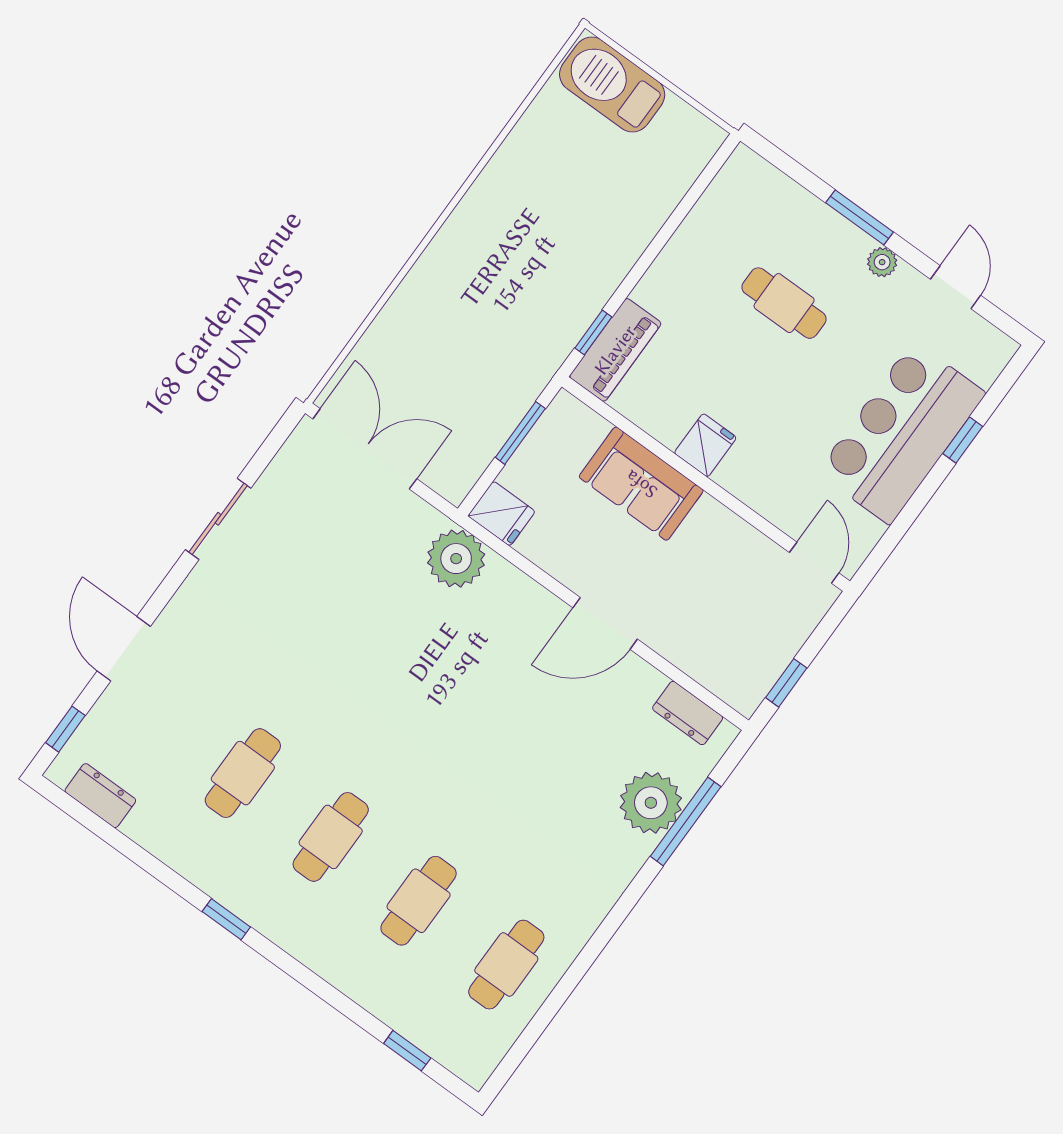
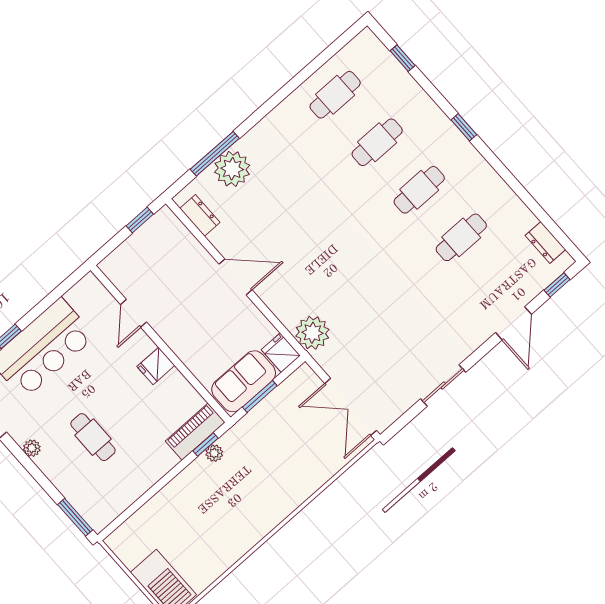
window: (860, 217) -> (75, 517), moved
plant: (576, 321) -> (214, 453), added
sofa: (641, 484) -> (244, 381), moved, turned -90
door: (814, 563) -> (133, 313), moved
window: (226, 919) -> (464, 127), moved

